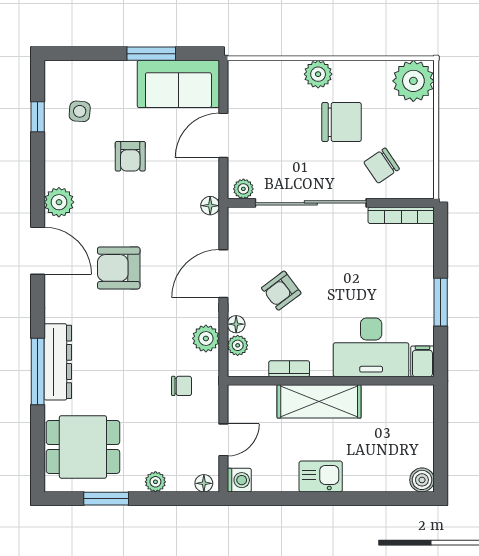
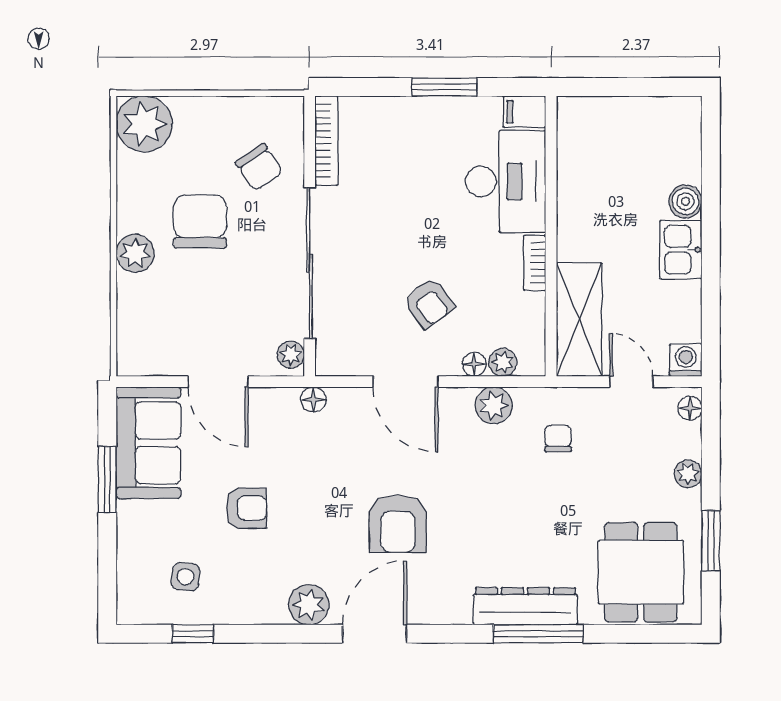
bookcase: (289, 369) -> (535, 263), moved
shelving: (319, 401) -> (579, 320), moved
boiler: (422, 480) -> (685, 201), moved

